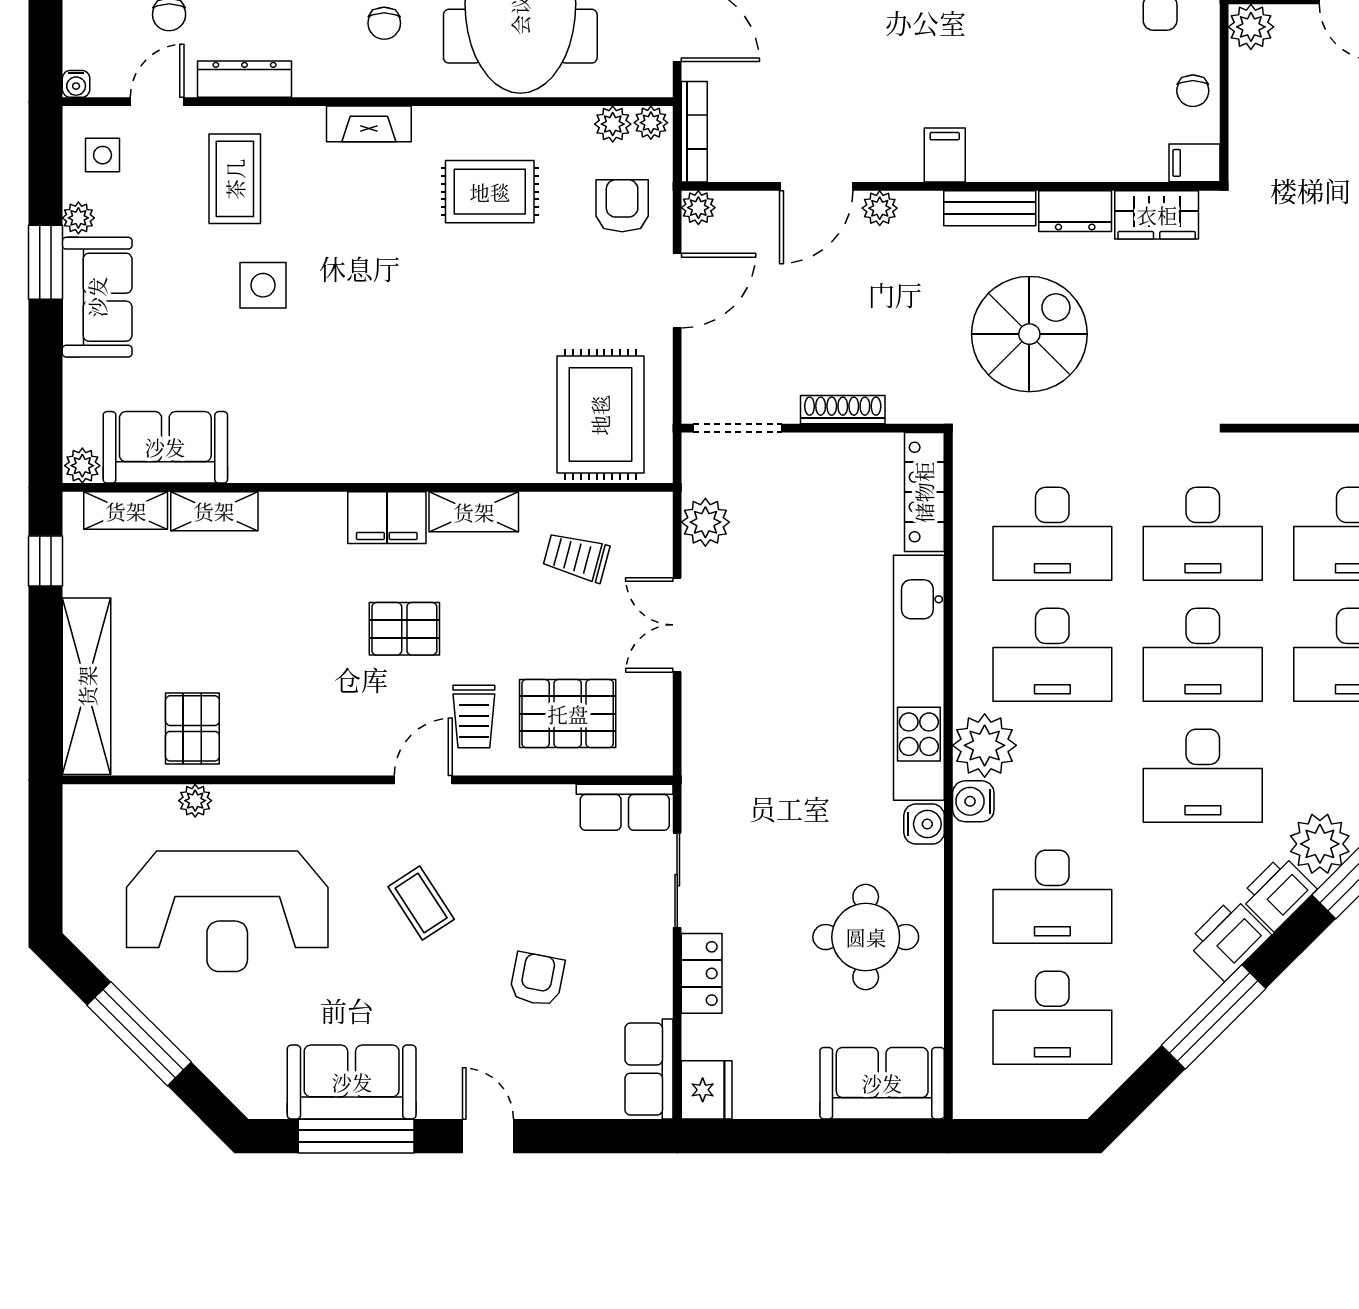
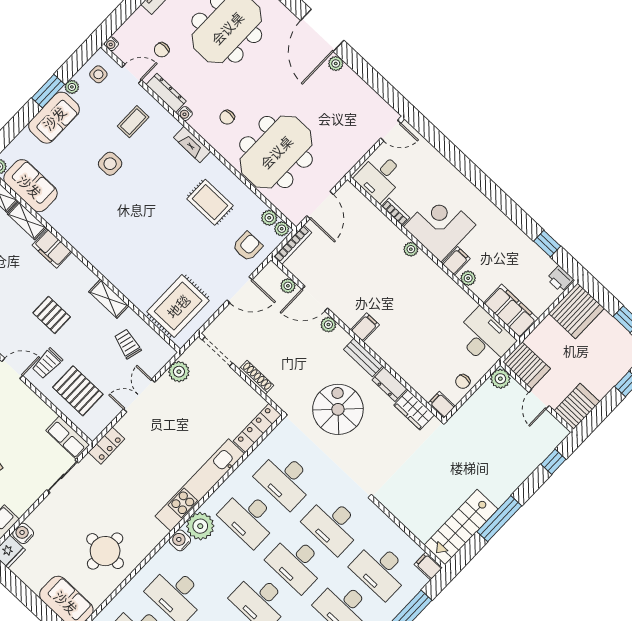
water cooler: (309, 84) -> (185, 114), added
coffee table: (235, 179) -> (133, 122), width x0.73, depth x0.77
plant: (698, 208) -> (288, 286), moved
spiral stairs: (1029, 334) -> (338, 409), turned -90
filing cabinet: (387, 518) -> (52, 249), moved
water cooler: (924, 824) -> (23, 533), moved, turned 180
locker: (702, 973) -> (107, 446), moved

